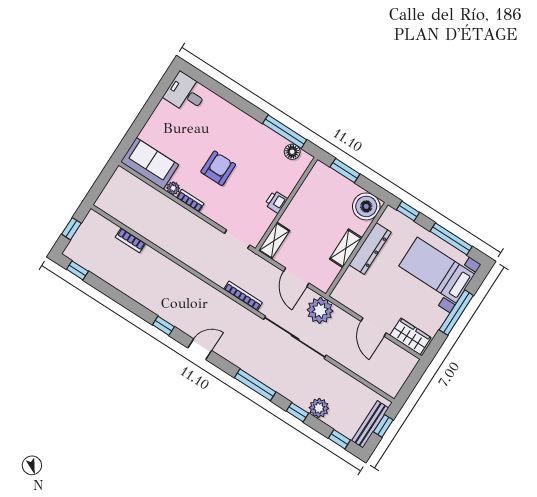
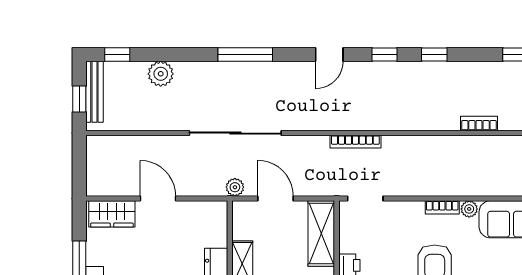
shelving: (274, 241) -> (321, 233), width x1.50, depth x1.33
bookcase: (243, 296) -> (355, 142), moved
plant: (320, 310) -> (235, 187), width x0.53, depth x0.53
window: (297, 412) -> (434, 54), moved

